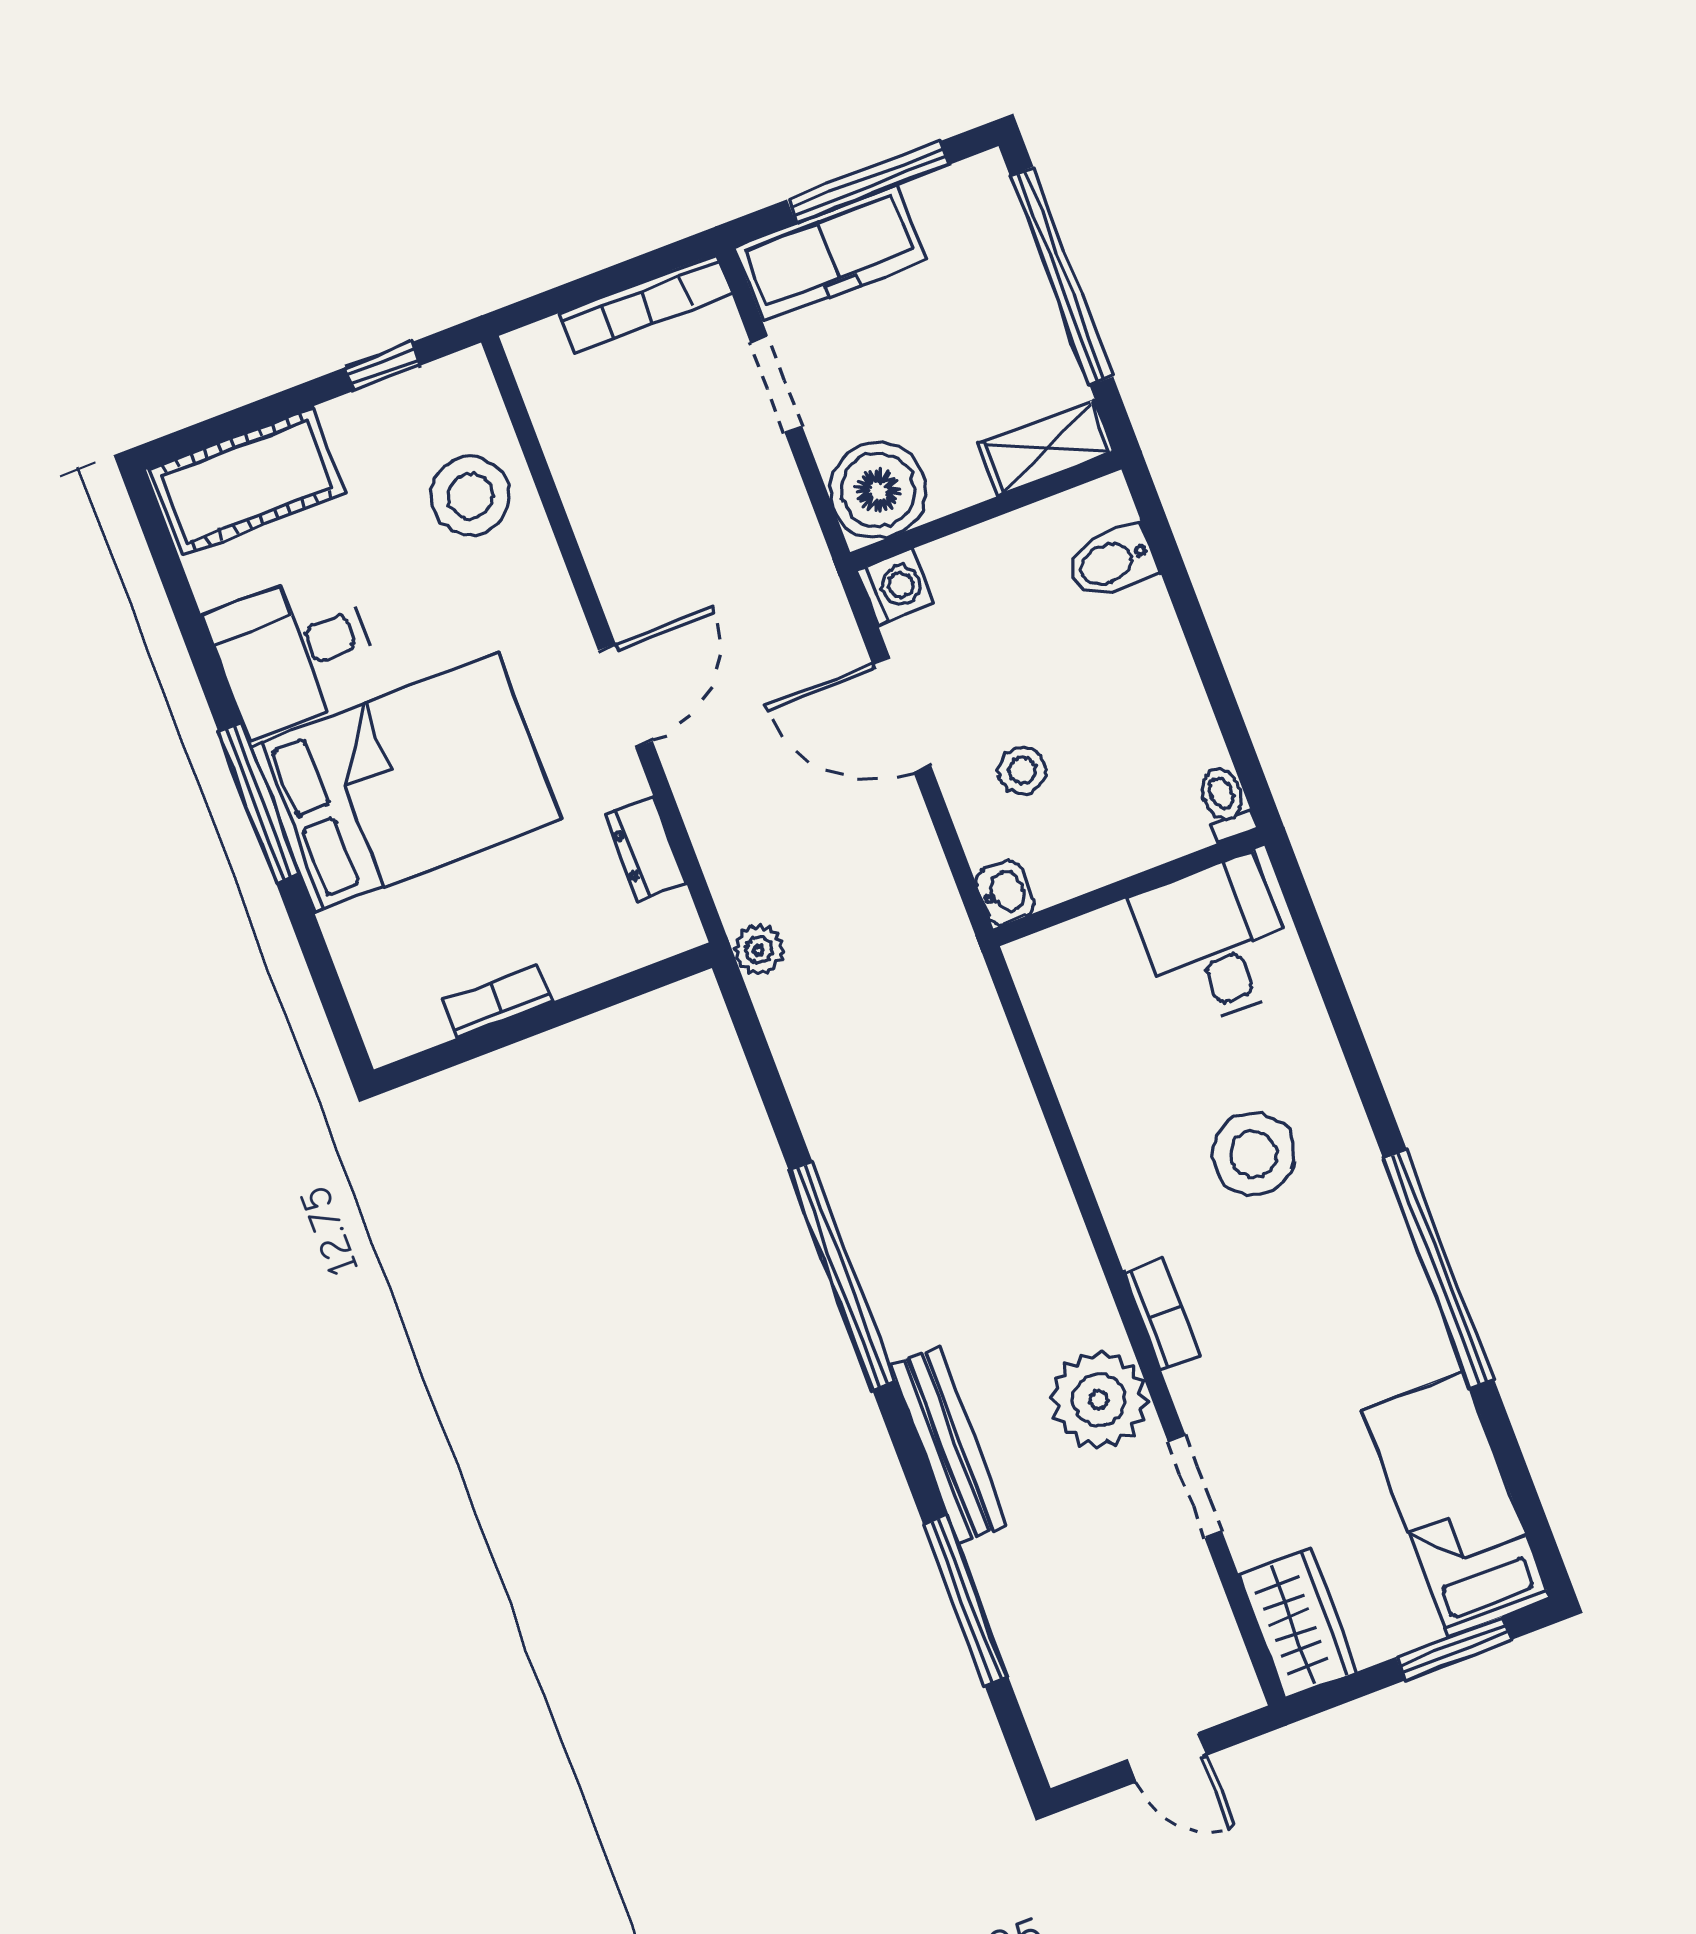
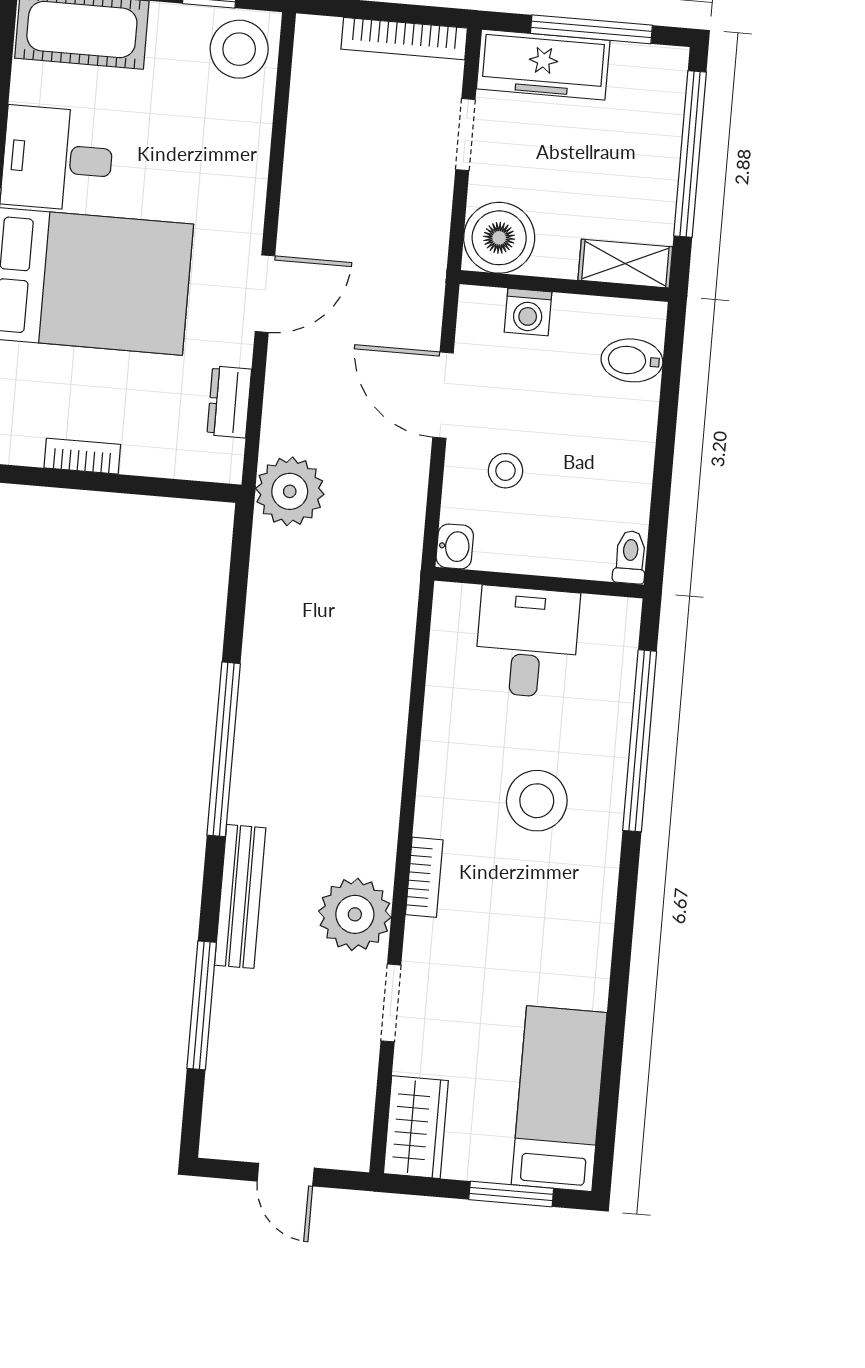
stool: (470, 496) -> (239, 49), moved
washing machine: (895, 587) -> (528, 312), moved, turned 90
desk: (1216, 941) -> (527, 642), moved
plant: (759, 950) -> (290, 491), width x1.88, depth x1.88
window: (1439, 1269) -> (640, 741), moved

